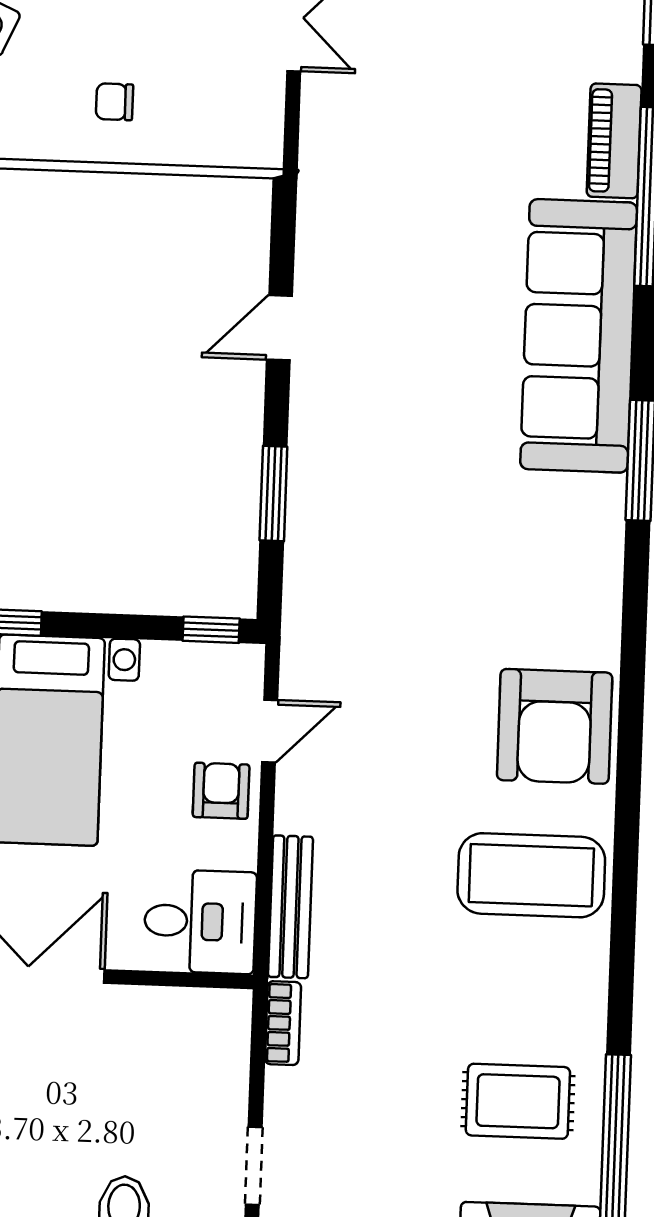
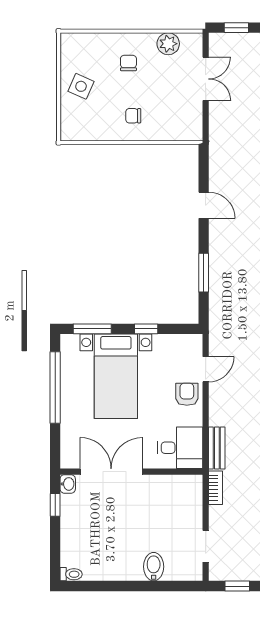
door: (279, 328) -> (204, 205), swing flipped
window: (211, 630) -> (146, 329), moved
bench: (290, 907) -> (217, 448), width x0.73

